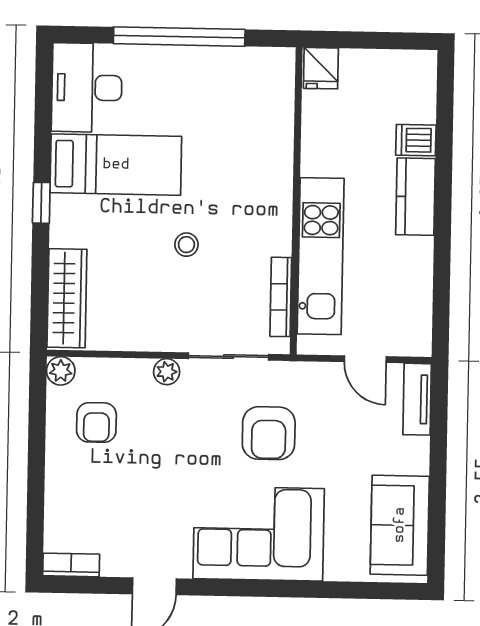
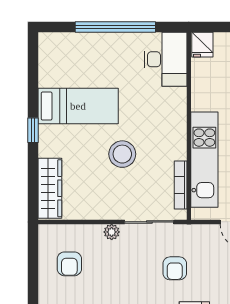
desk: (87, 88) -> (165, 59), moved, turned 180
stool: (186, 245) -> (122, 154), width x1.89, depth x1.89
plant: (61, 371) -> (47, 233), removed
armchair: (269, 433) -> (175, 268), width x0.72, depth x0.72

